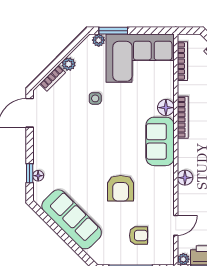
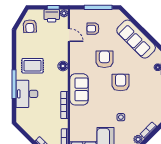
floor lamp: (166, 108) -> (75, 111), removed
armchair: (96, 152) -> (121, 83), added
door: (176, 225) -> (69, 35), swing flipped

